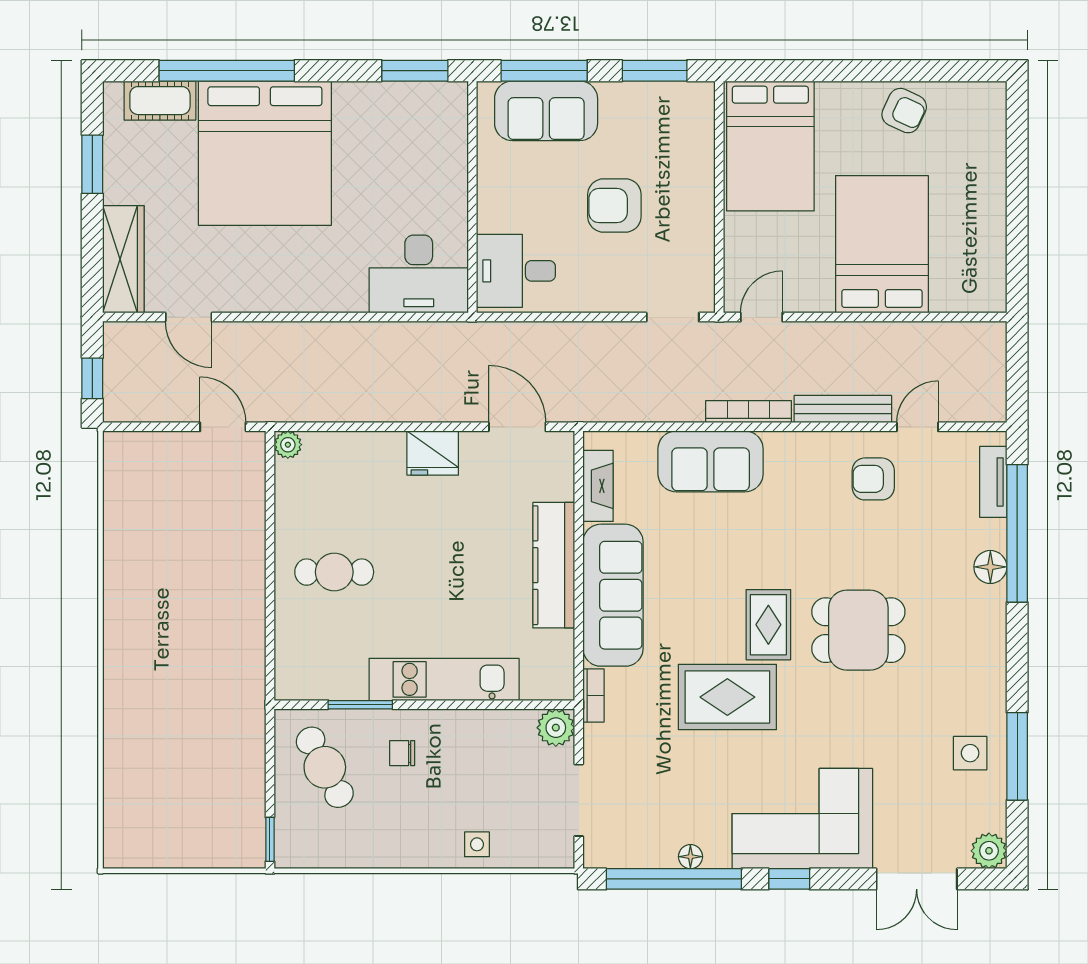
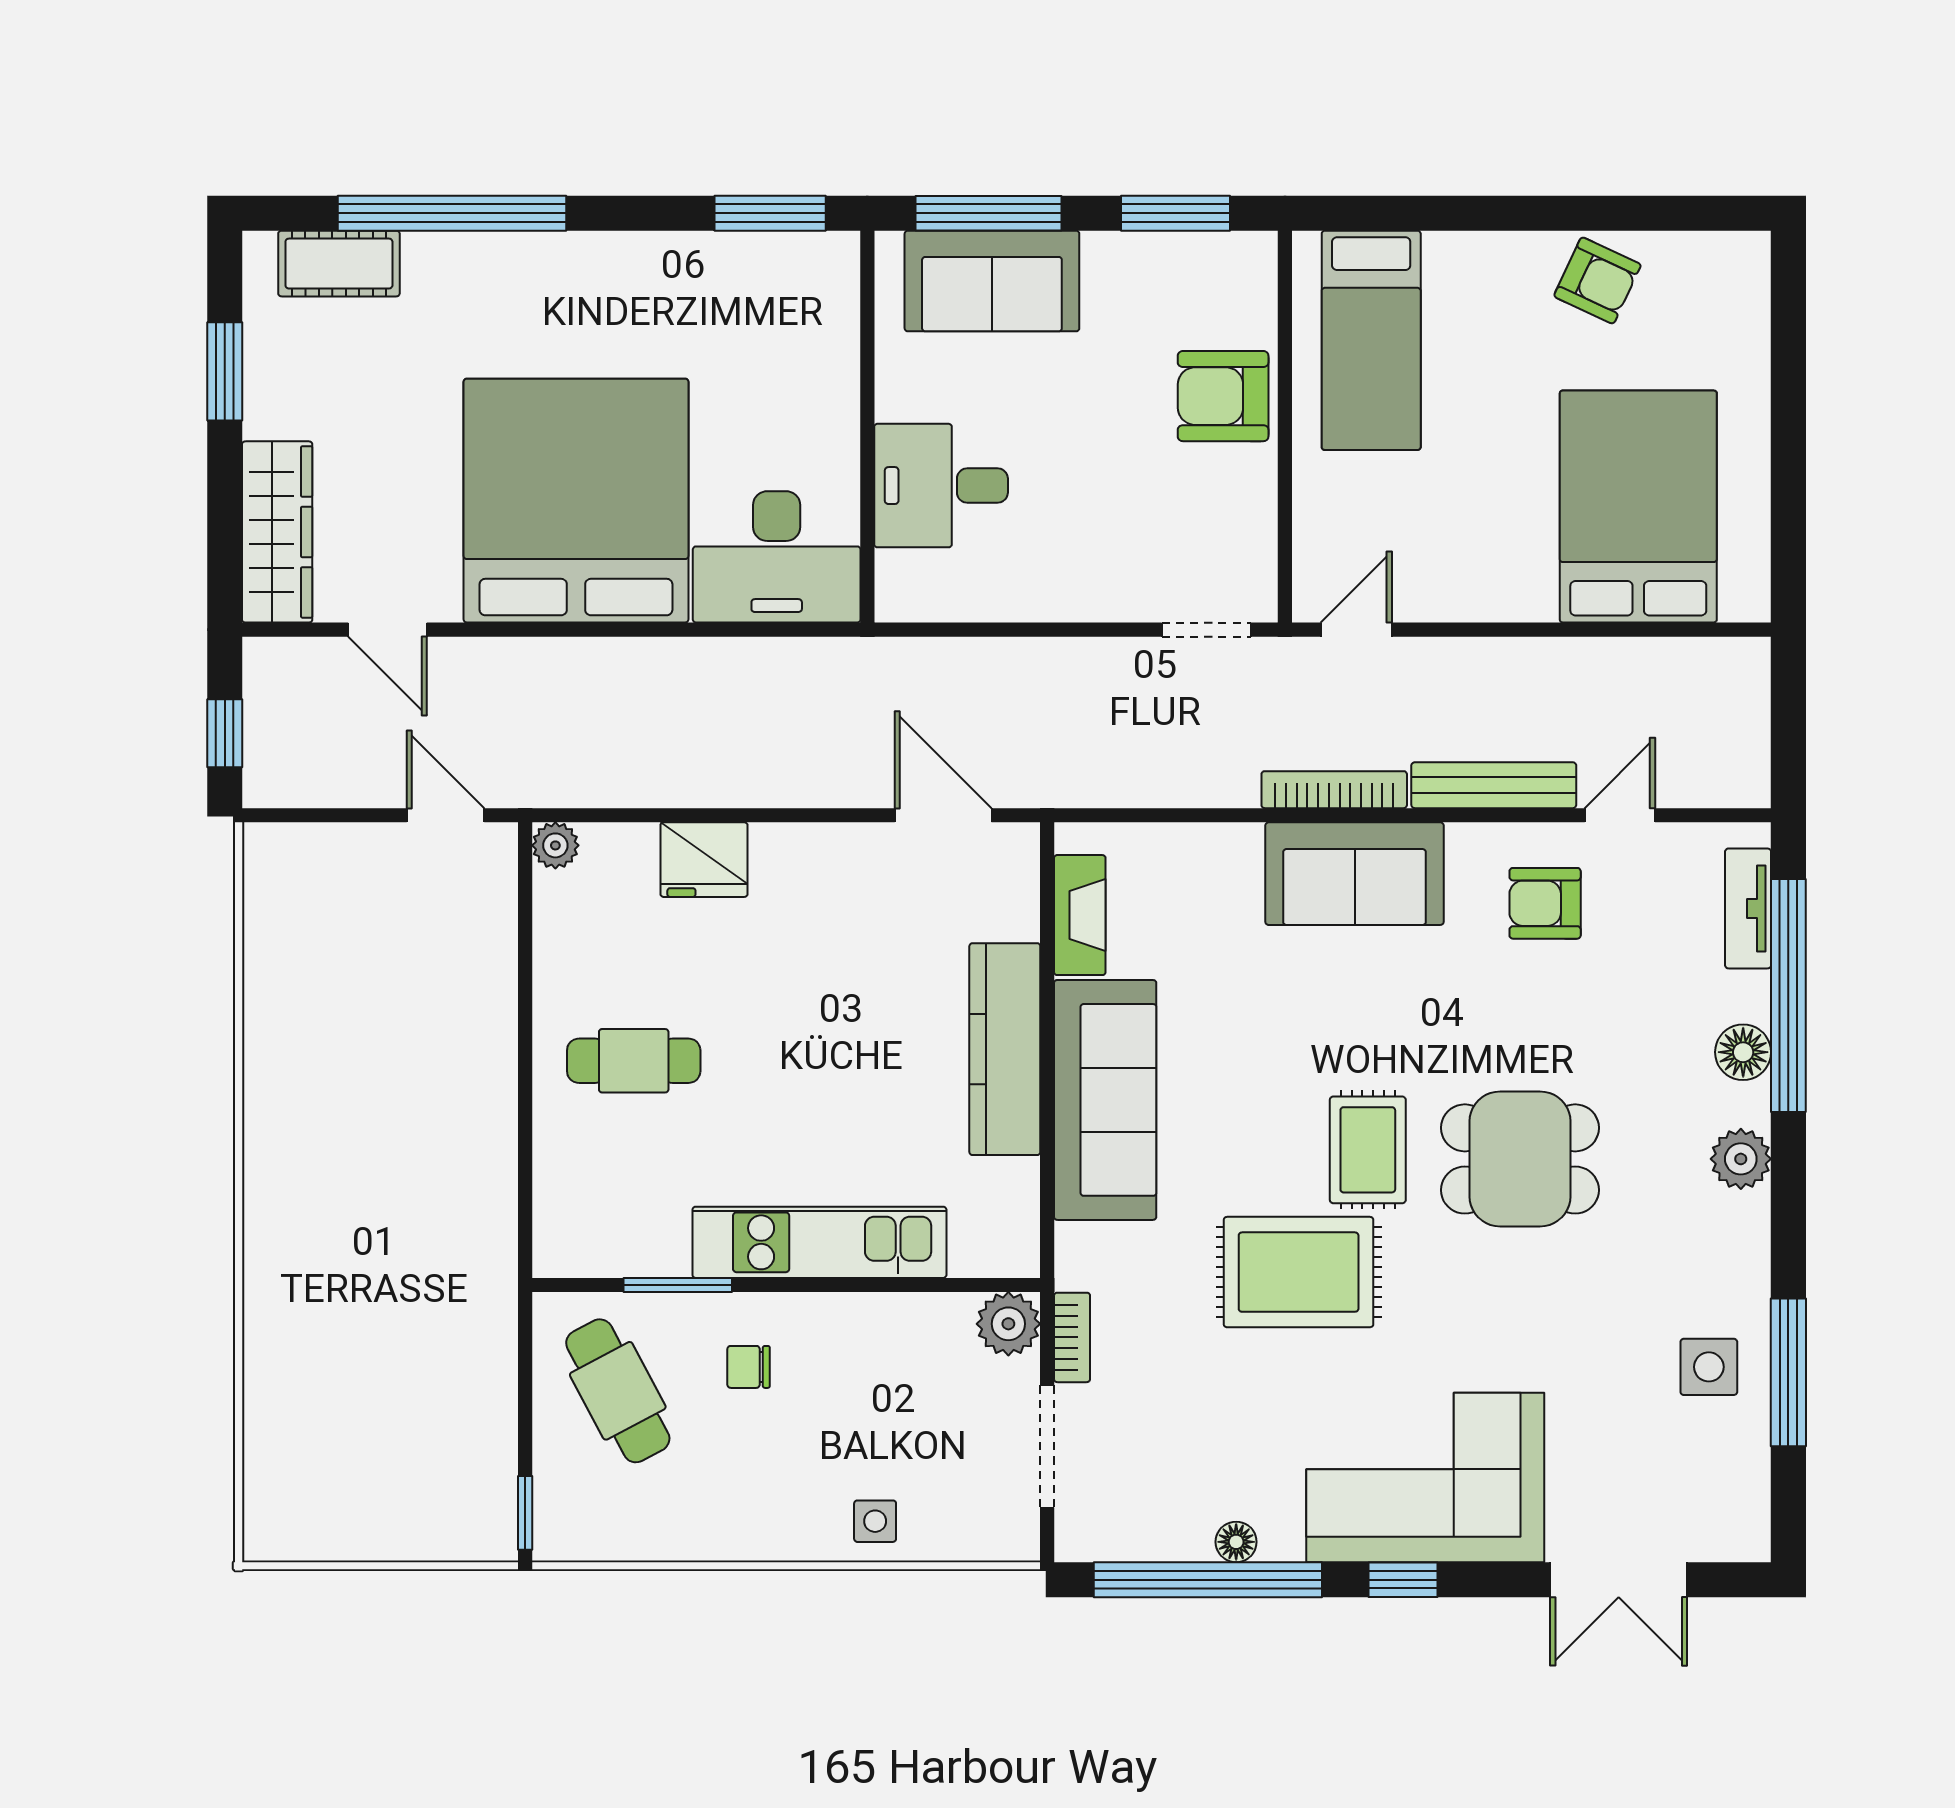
bed: (770, 146) -> (1371, 340), width x0.67
bed: (265, 153) -> (576, 501), moved, turned 180
armchair: (614, 206) -> (1223, 396), moved
bed: (882, 244) -> (1638, 506), moved
desk: (516, 271) -> (941, 486), moved
fridge: (433, 453) -> (704, 860), moved
sofa: (711, 461) -> (1355, 874), moved
bookcase: (593, 696) -> (1072, 1337), moved
plant: (989, 851) -> (1741, 1159), moved

